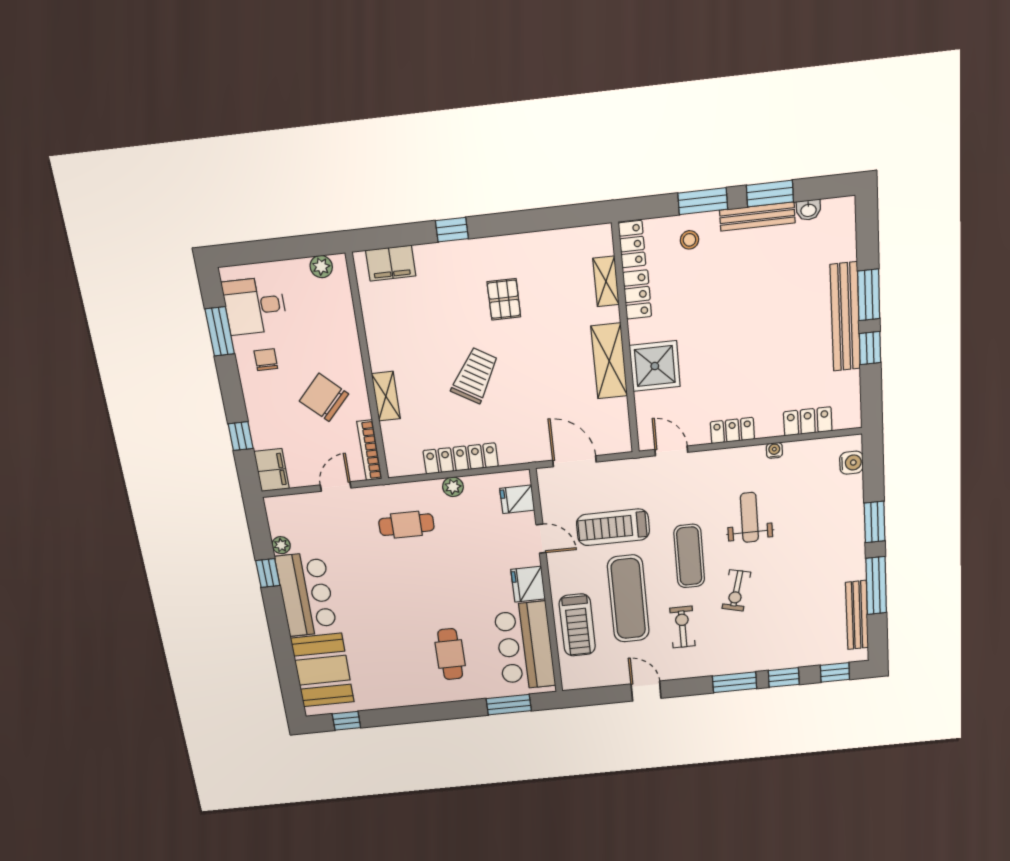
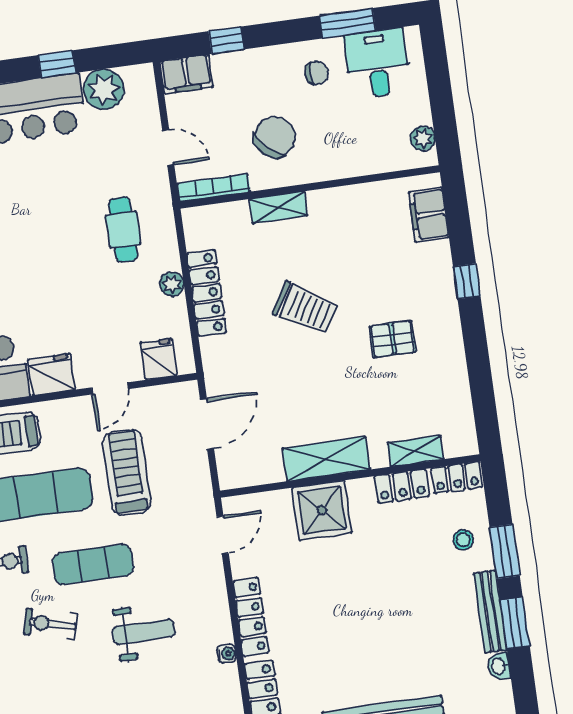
locker: (732, 431) -> (251, 617), width x1.53
plant: (281, 545) -> (104, 89), width x1.88, depth x1.88

